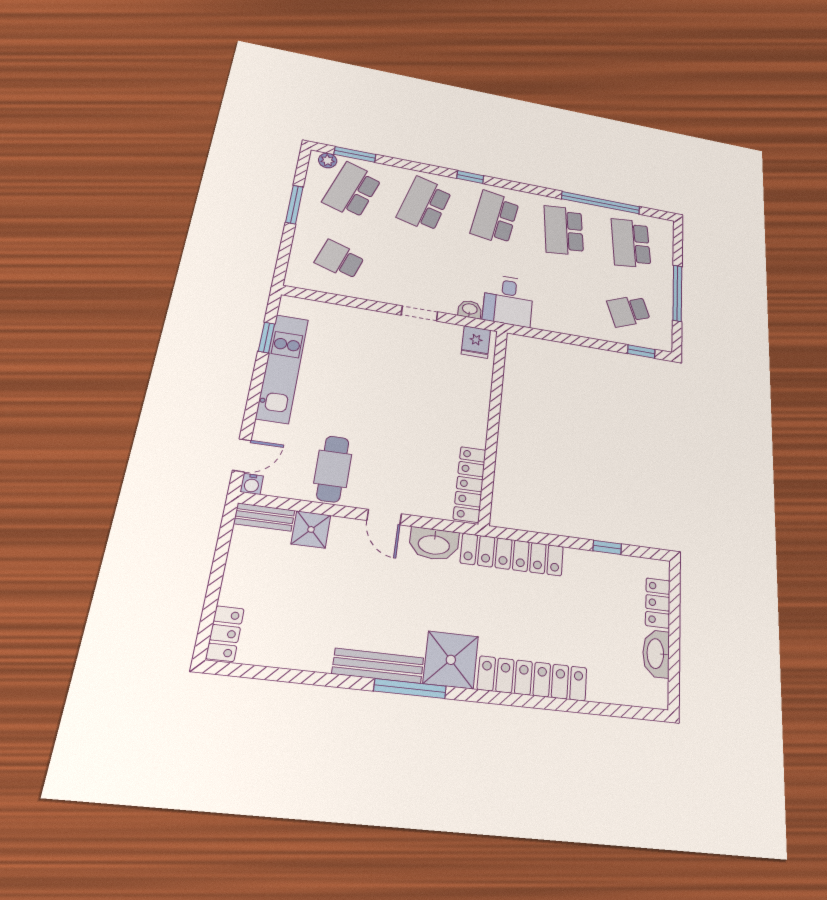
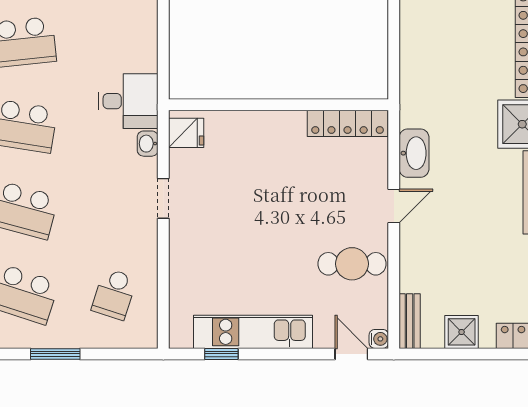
shower: (311, 529) -> (462, 332), moved
locker: (512, 555) -> (414, 73), removed

